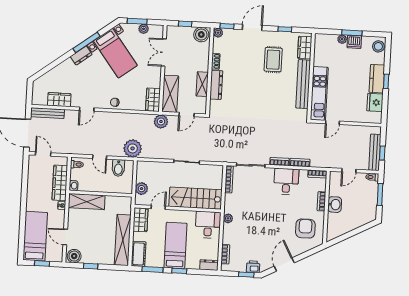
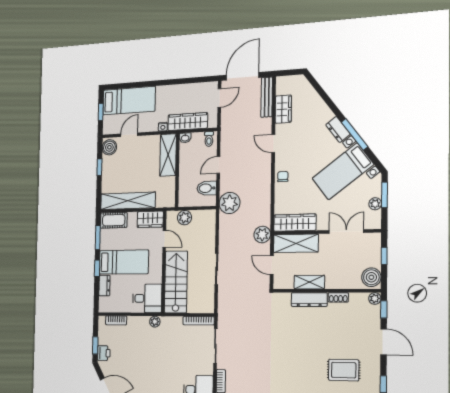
wardrobe: (153, 100) -> (295, 223), width x1.50
dresser: (209, 265) -> (104, 286), moved

